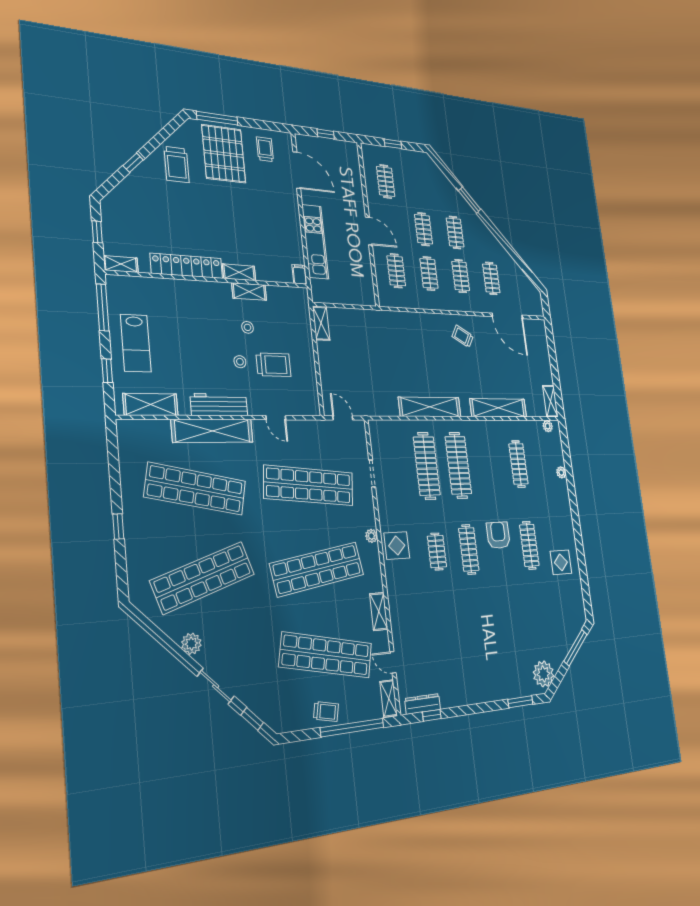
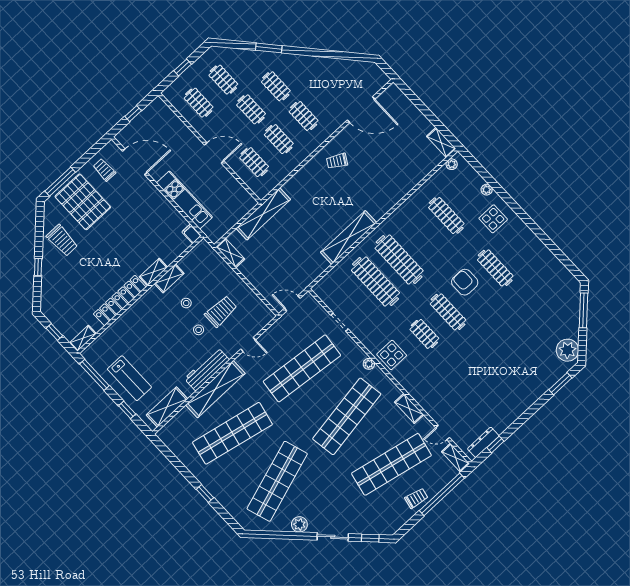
clothes rail: (491, 278) -> (223, 80), moved
shelving: (498, 408) -> (263, 214), moved
display table: (561, 562) -> (493, 219), moved

